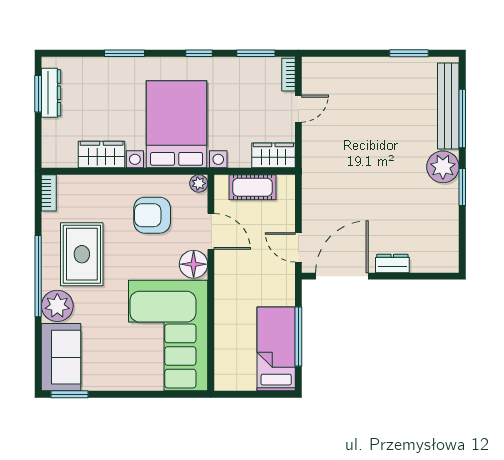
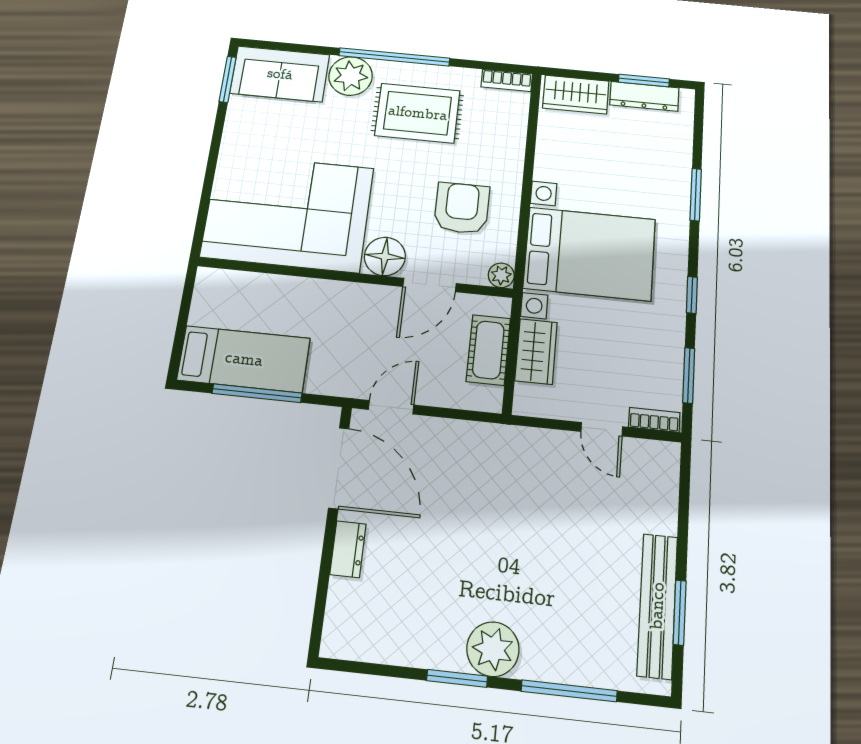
bench: (448, 106) -> (657, 606), moved, turned 90
wardrobe: (102, 155) -> (576, 95), moved, turned 90
wardrobe: (273, 155) -> (536, 351), moved

